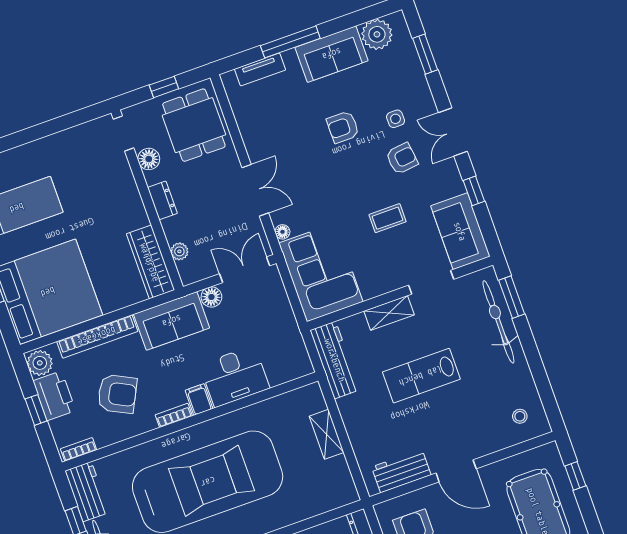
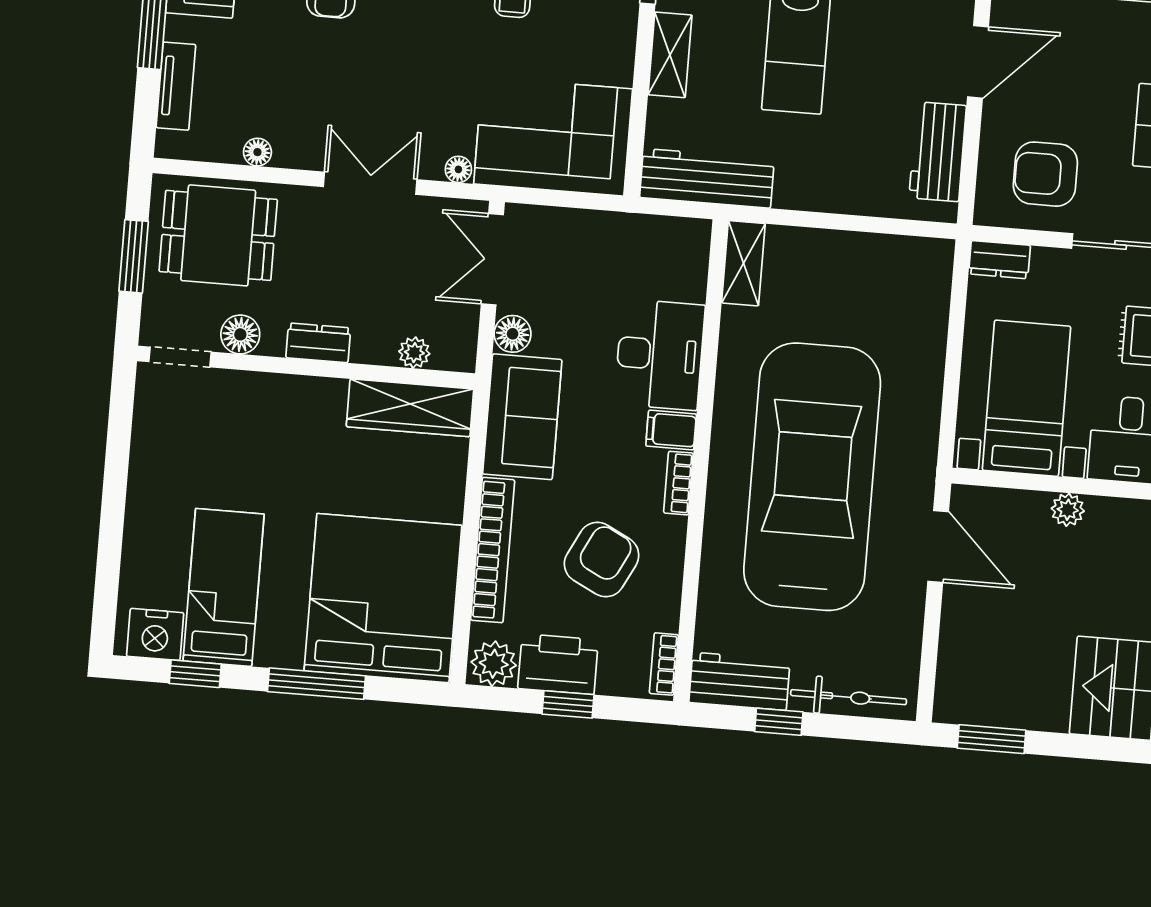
window: (164, 87) -> (134, 256), width x1.50
floor lamp: (245, 126) -> (257, 152), added
shelving: (327, 434) -> (743, 263), moved, turned 90

